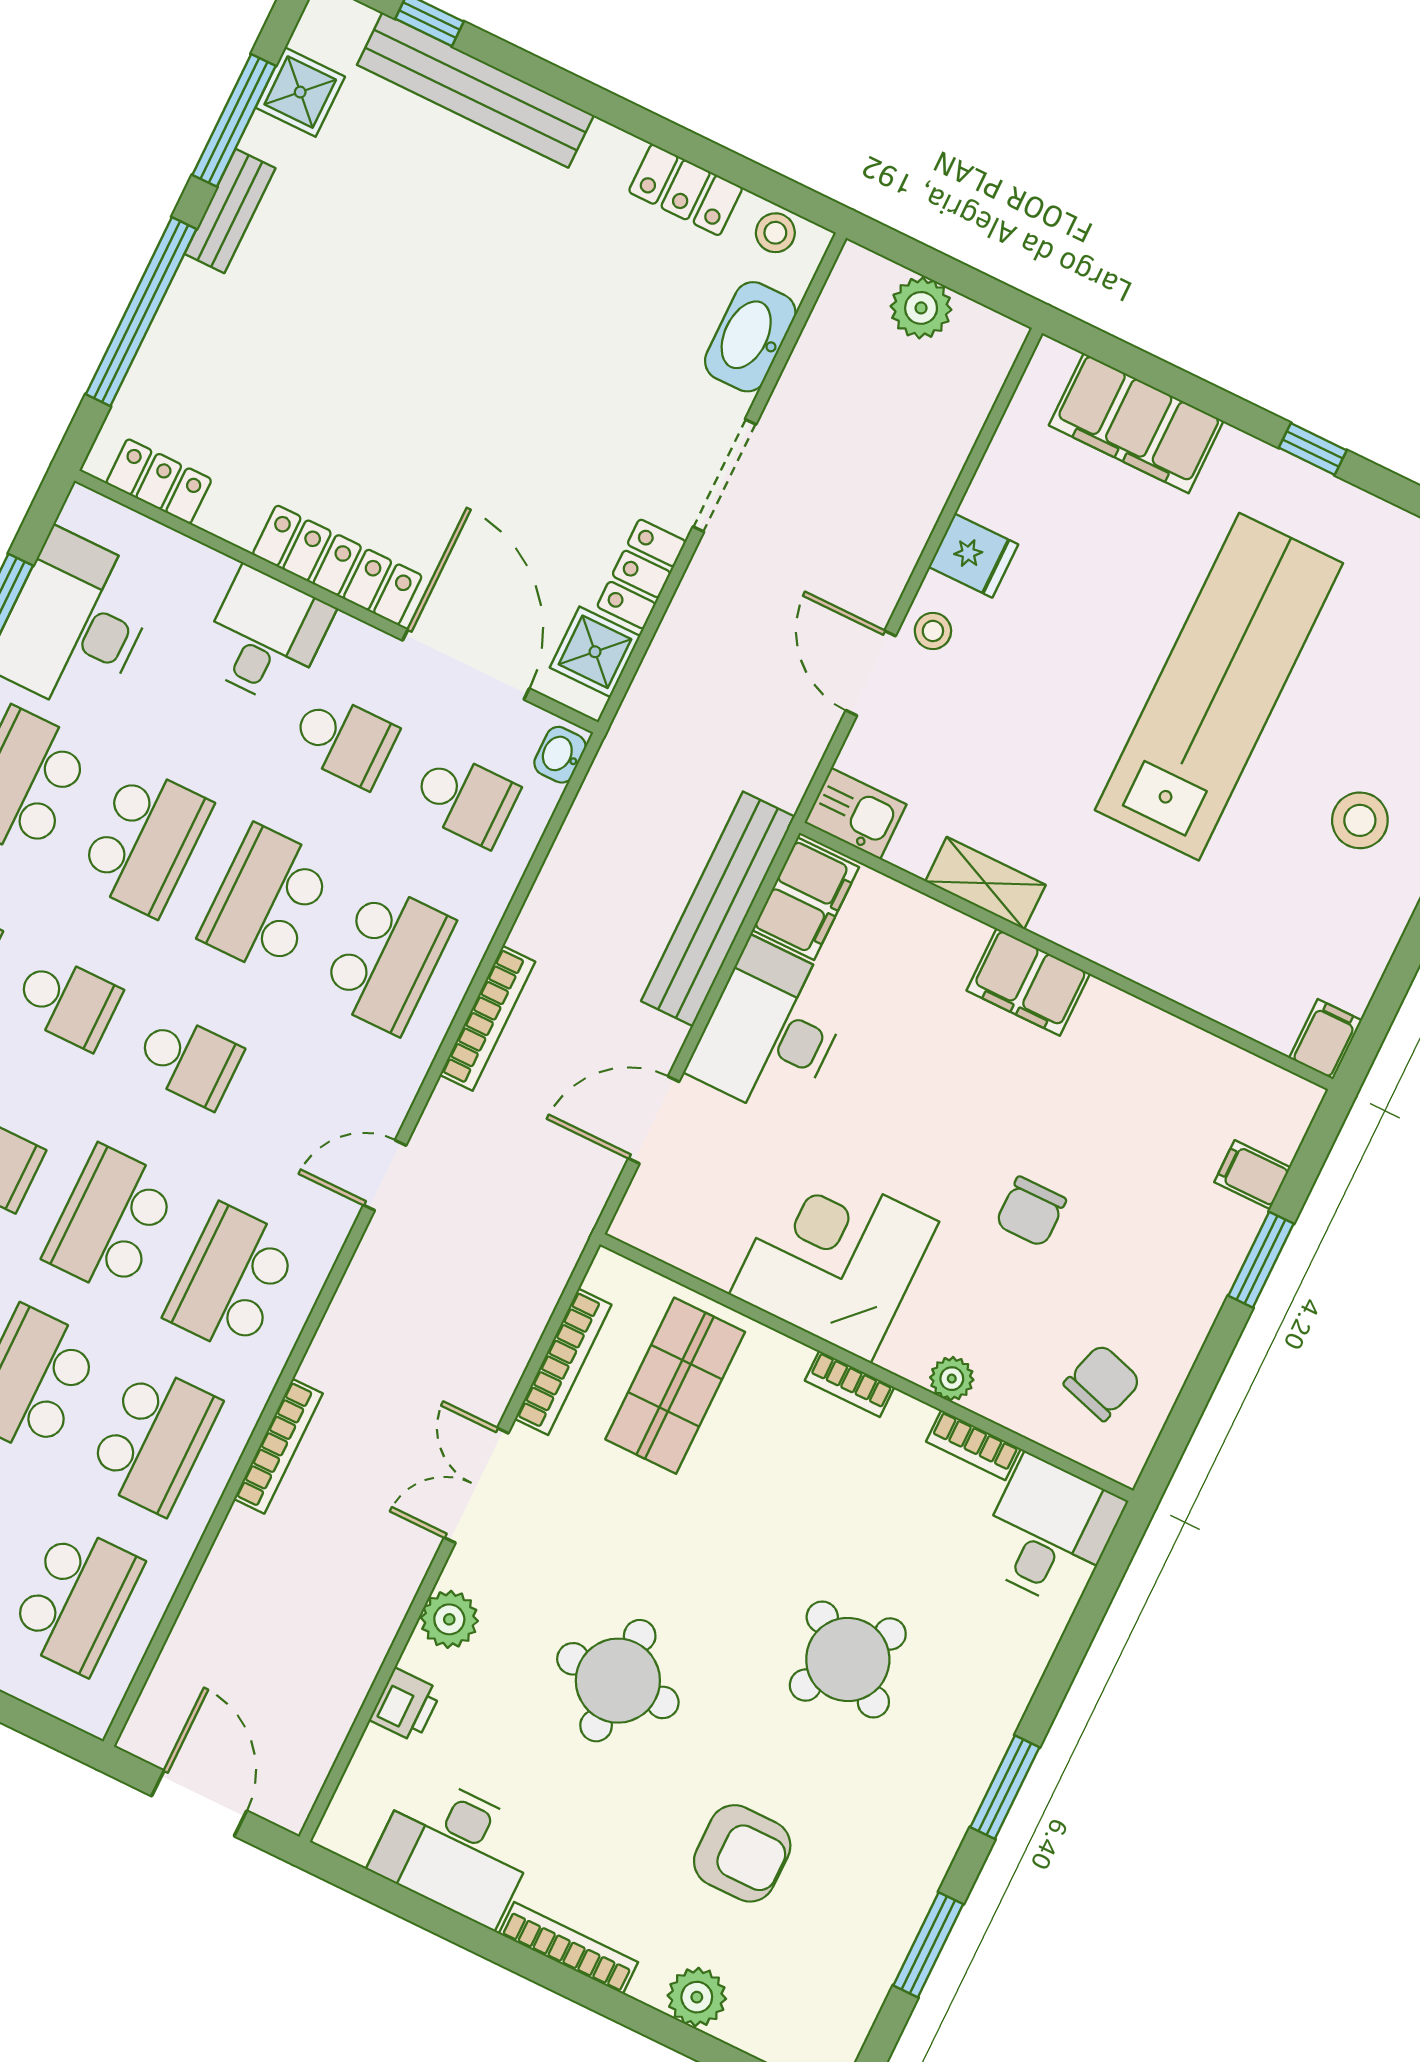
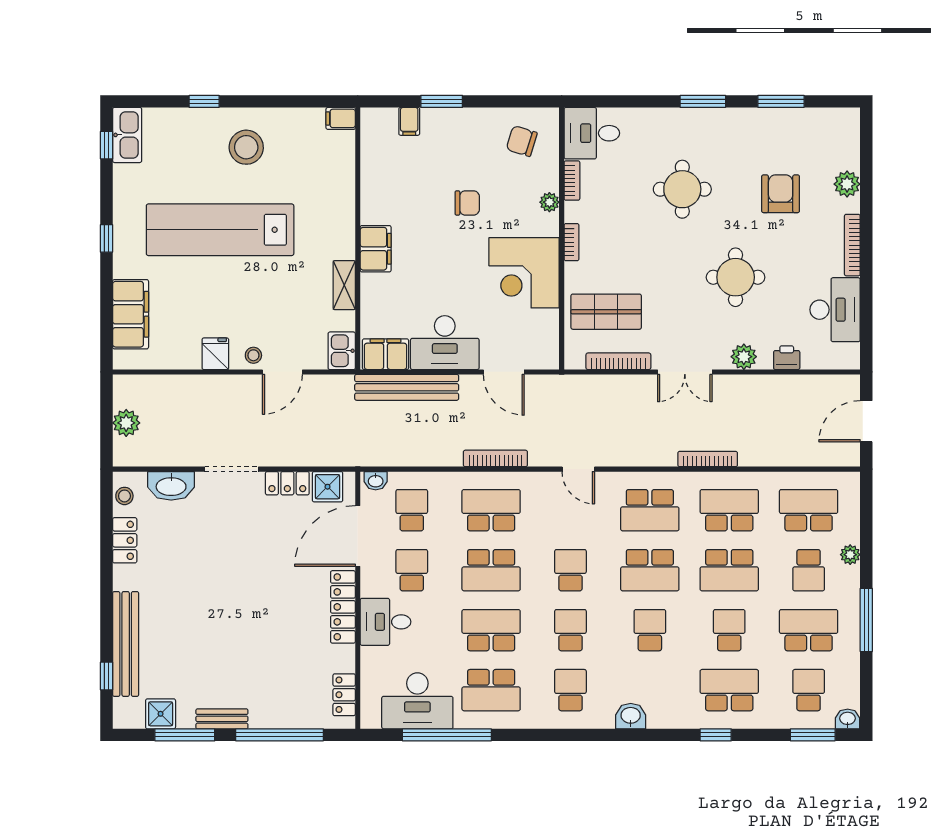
stool: (1360, 820) -> (246, 147), width x1.38, depth x1.38
round table: (848, 1660) -> (682, 189), turned -33

